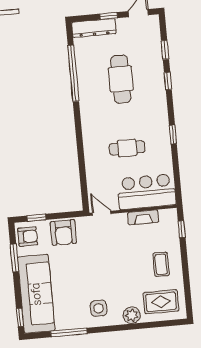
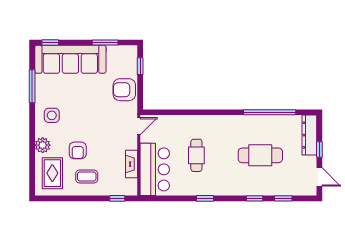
armchair: (28, 237) -> (78, 150), moved

